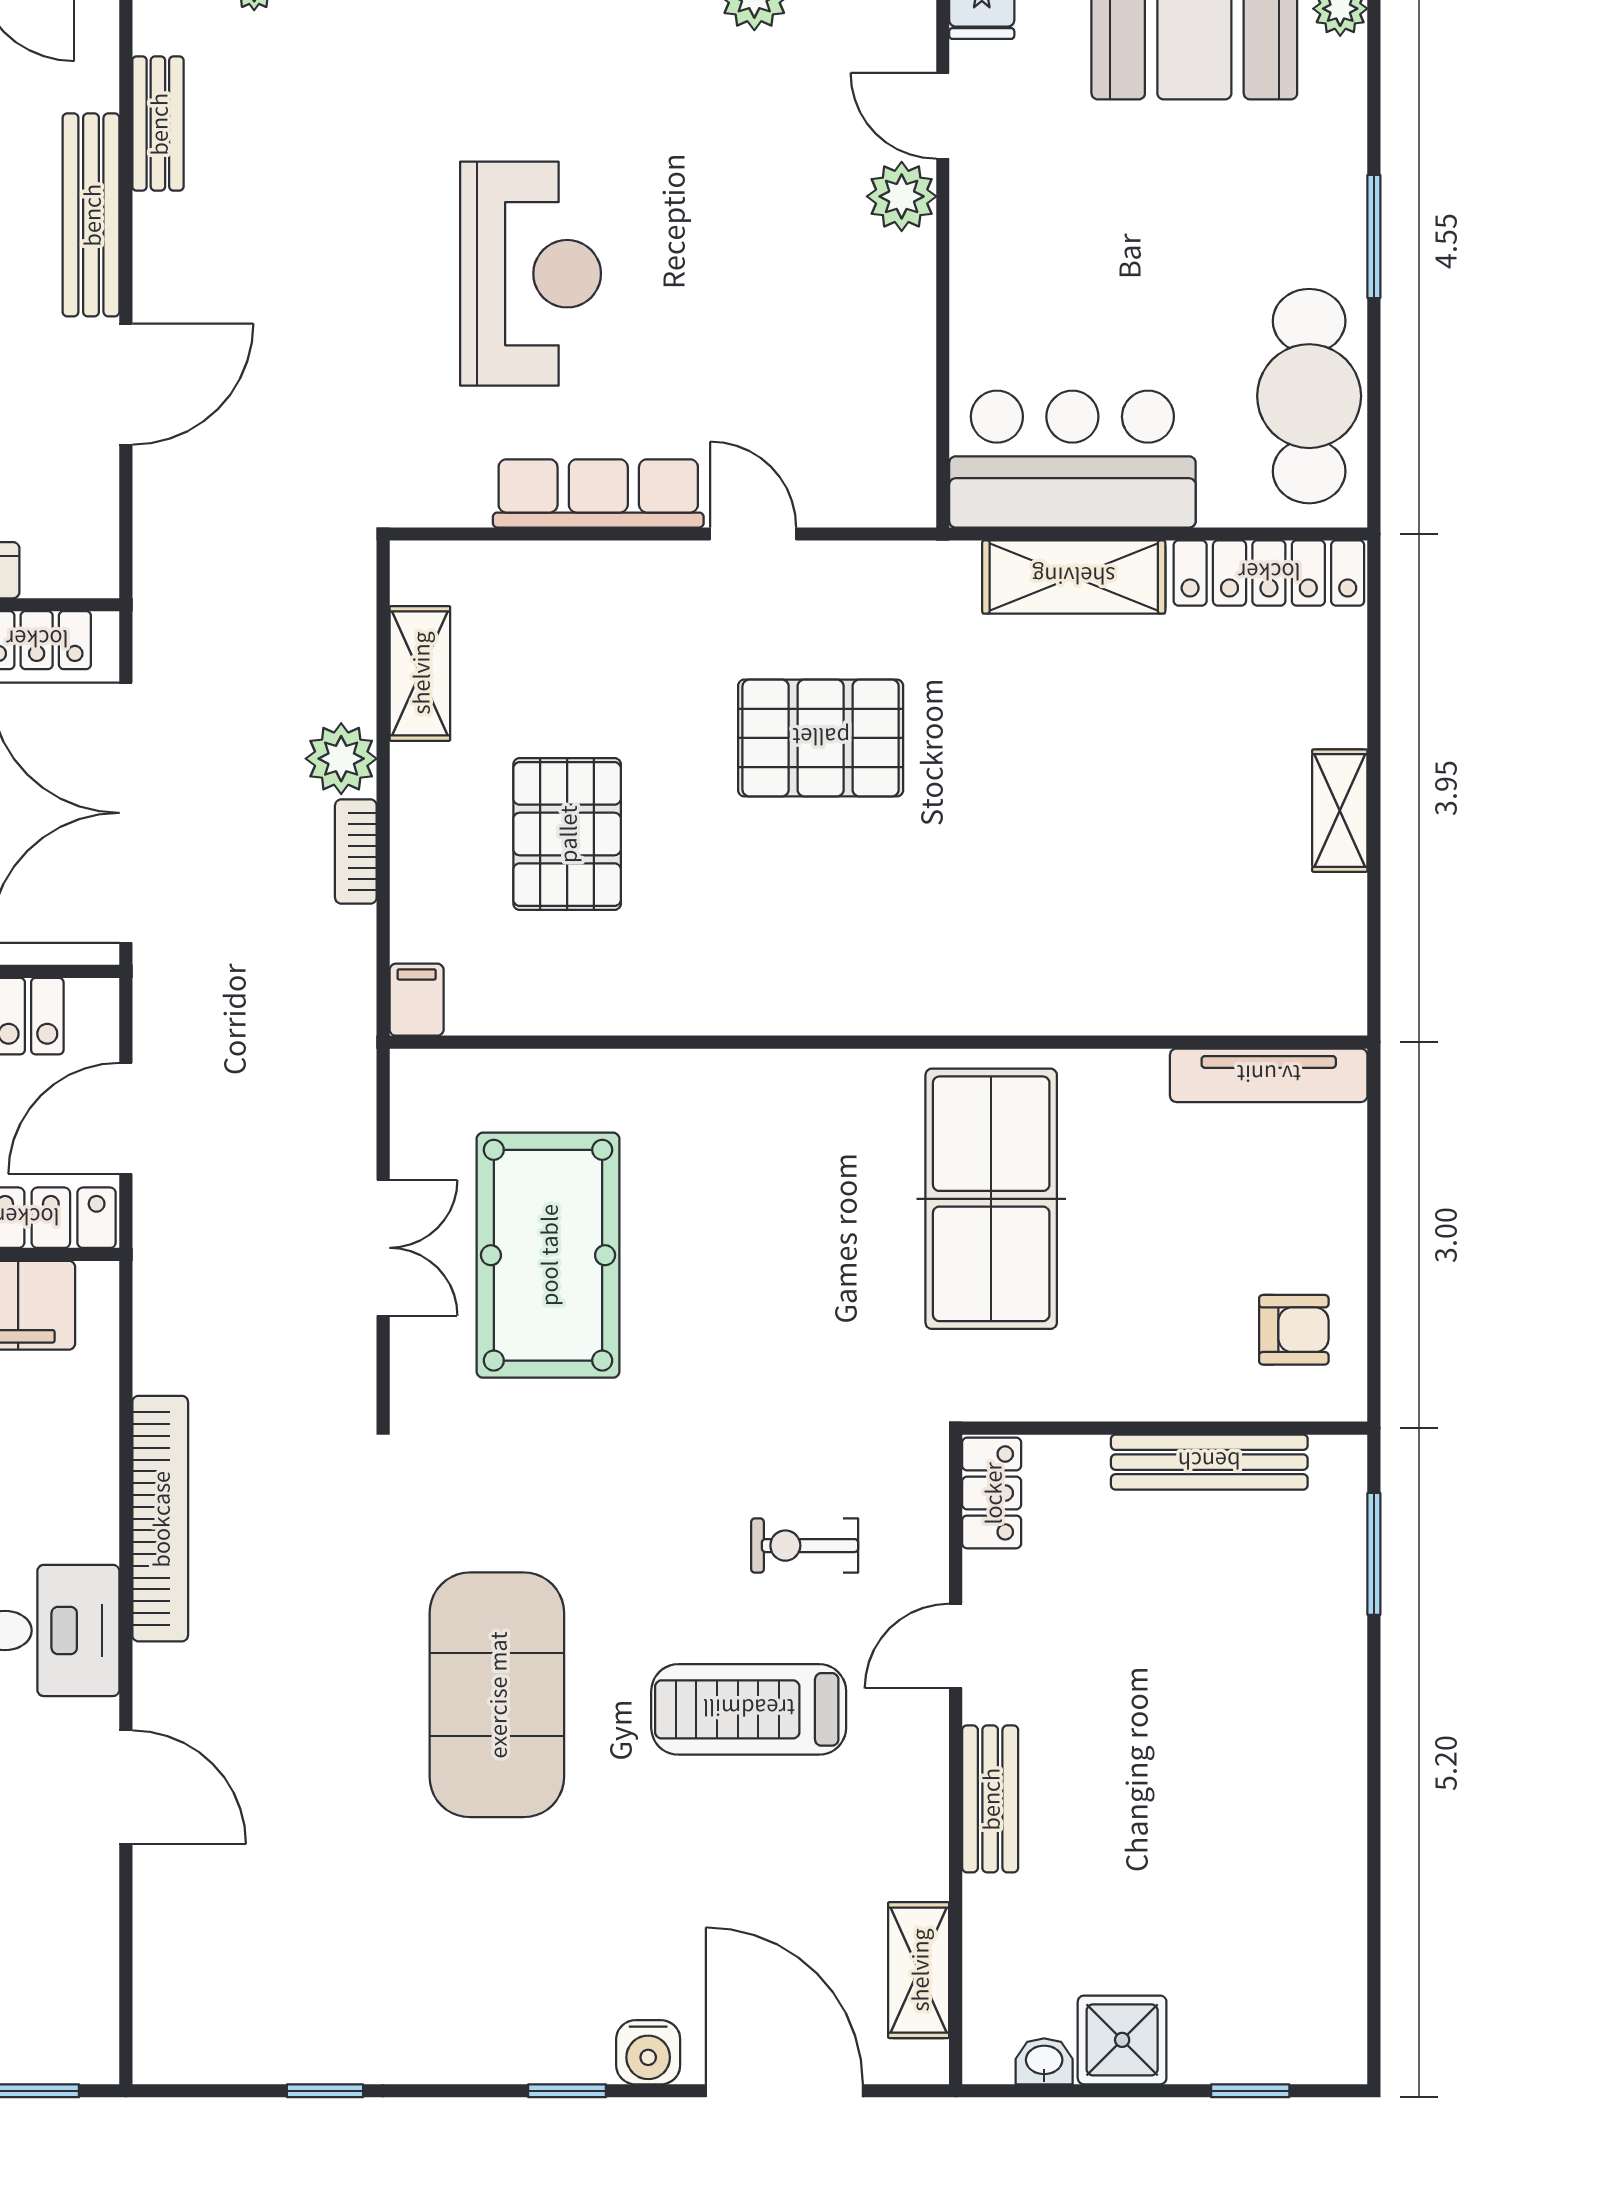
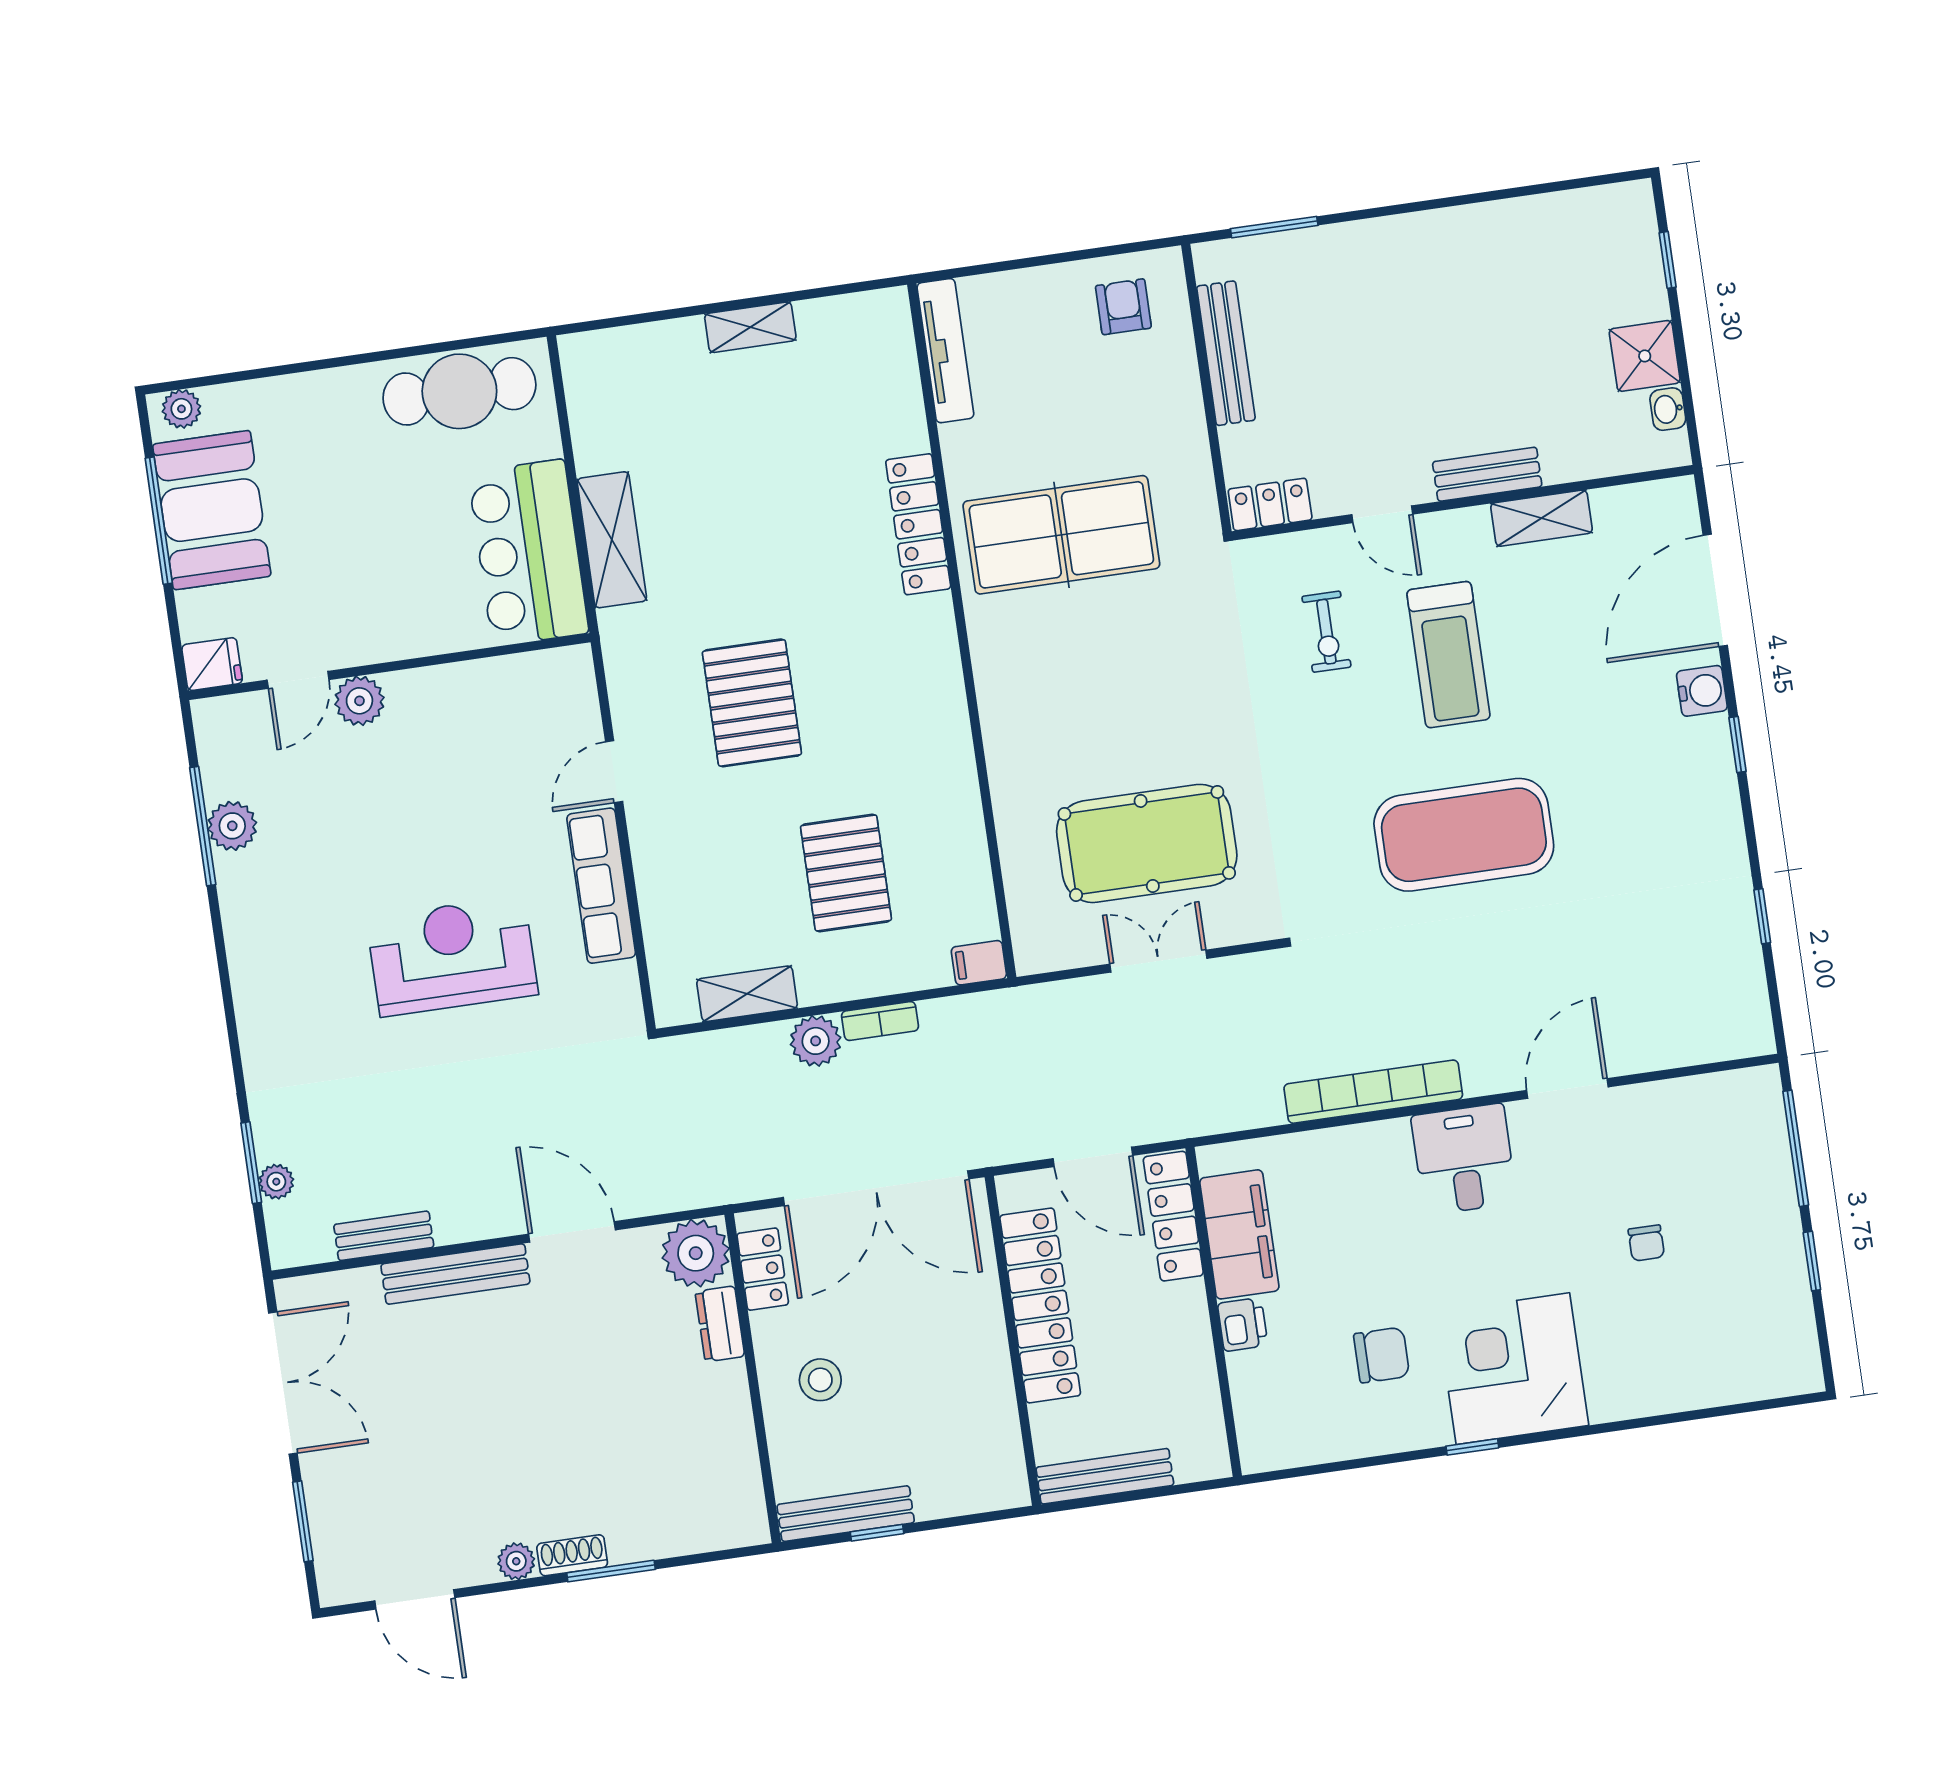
window: (1374, 236) -> (340, 362), removed
plant: (72, 551) -> (696, 1253), added
locker: (1269, 573) -> (918, 524), moved, turned 180
pallet: (567, 834) -> (846, 873), turned 90
shelving: (919, 1970) -> (1541, 518), moved

